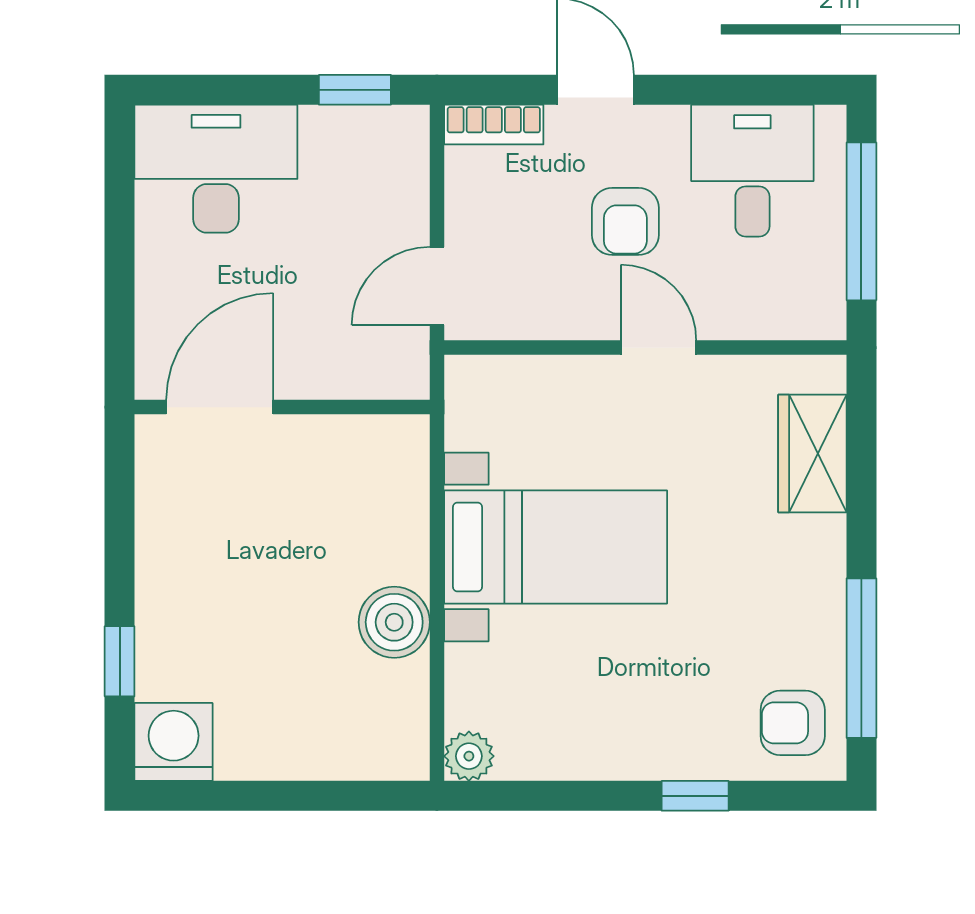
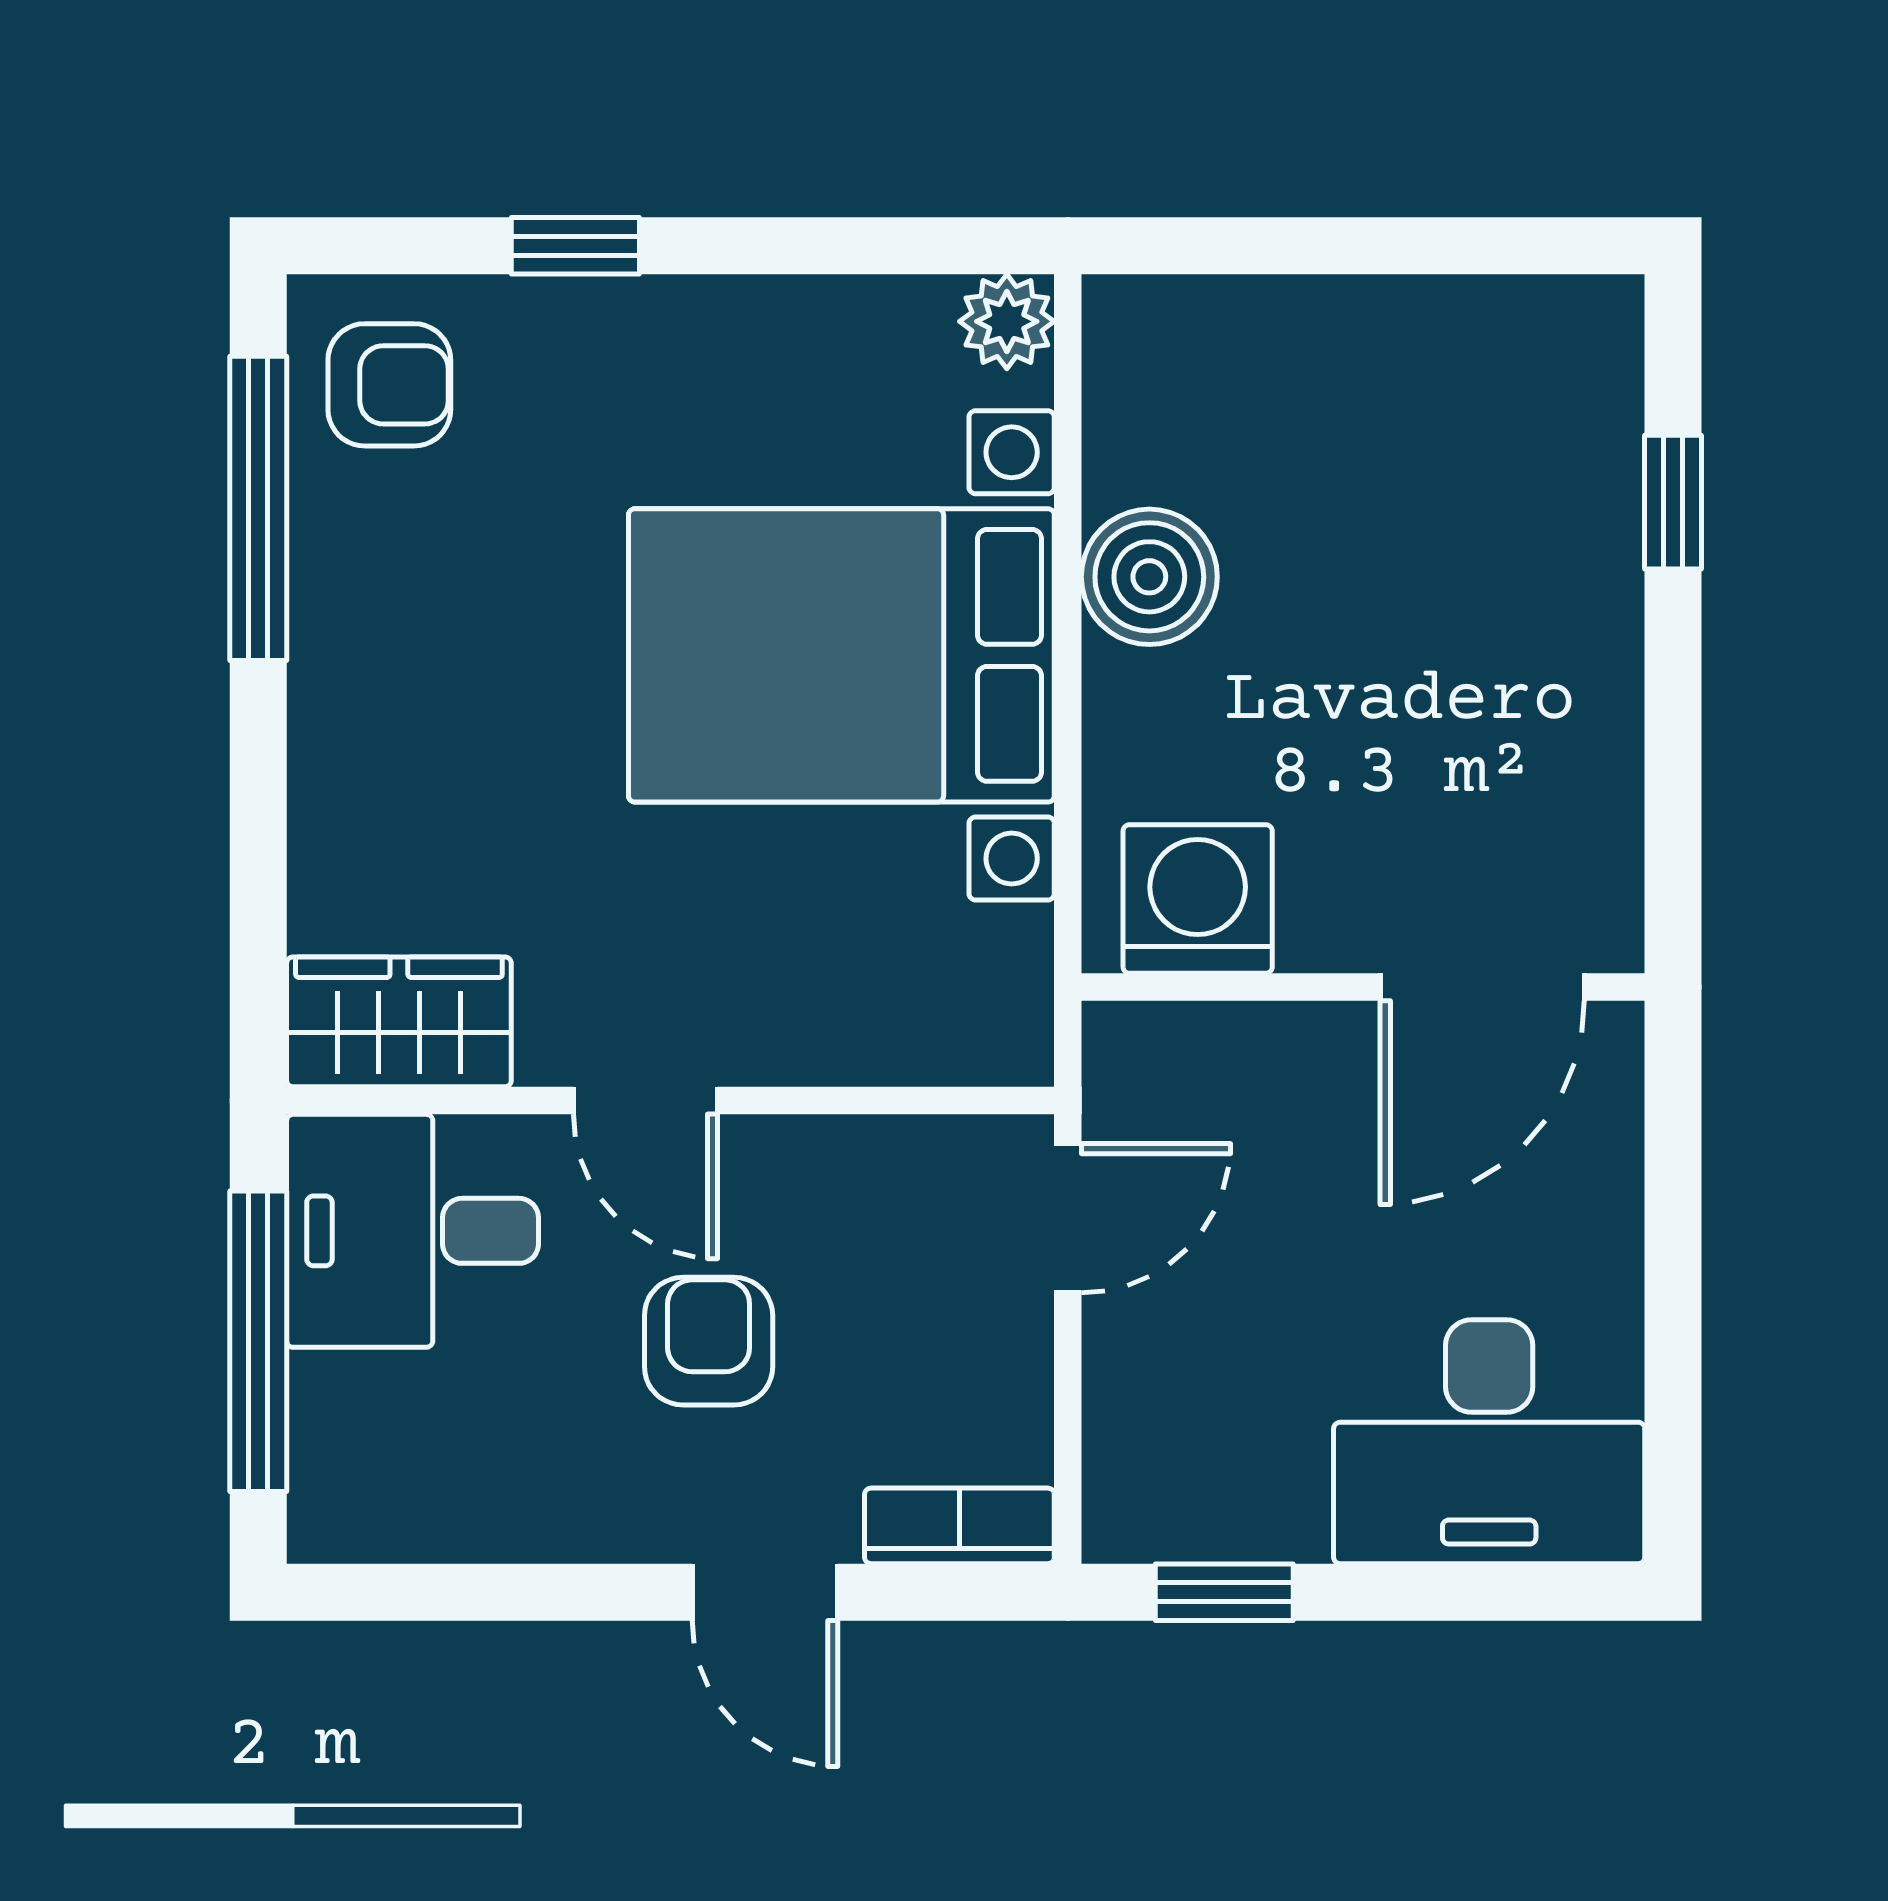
desk: (752, 171) -> (413, 1231), moved, turned 90
wardrobe: (812, 453) -> (399, 1022), moved, turned -90
bed with nightstands: (556, 547) -> (841, 655), width x1.36
washing machine: (174, 742) -> (1198, 899), moved, turned 180

